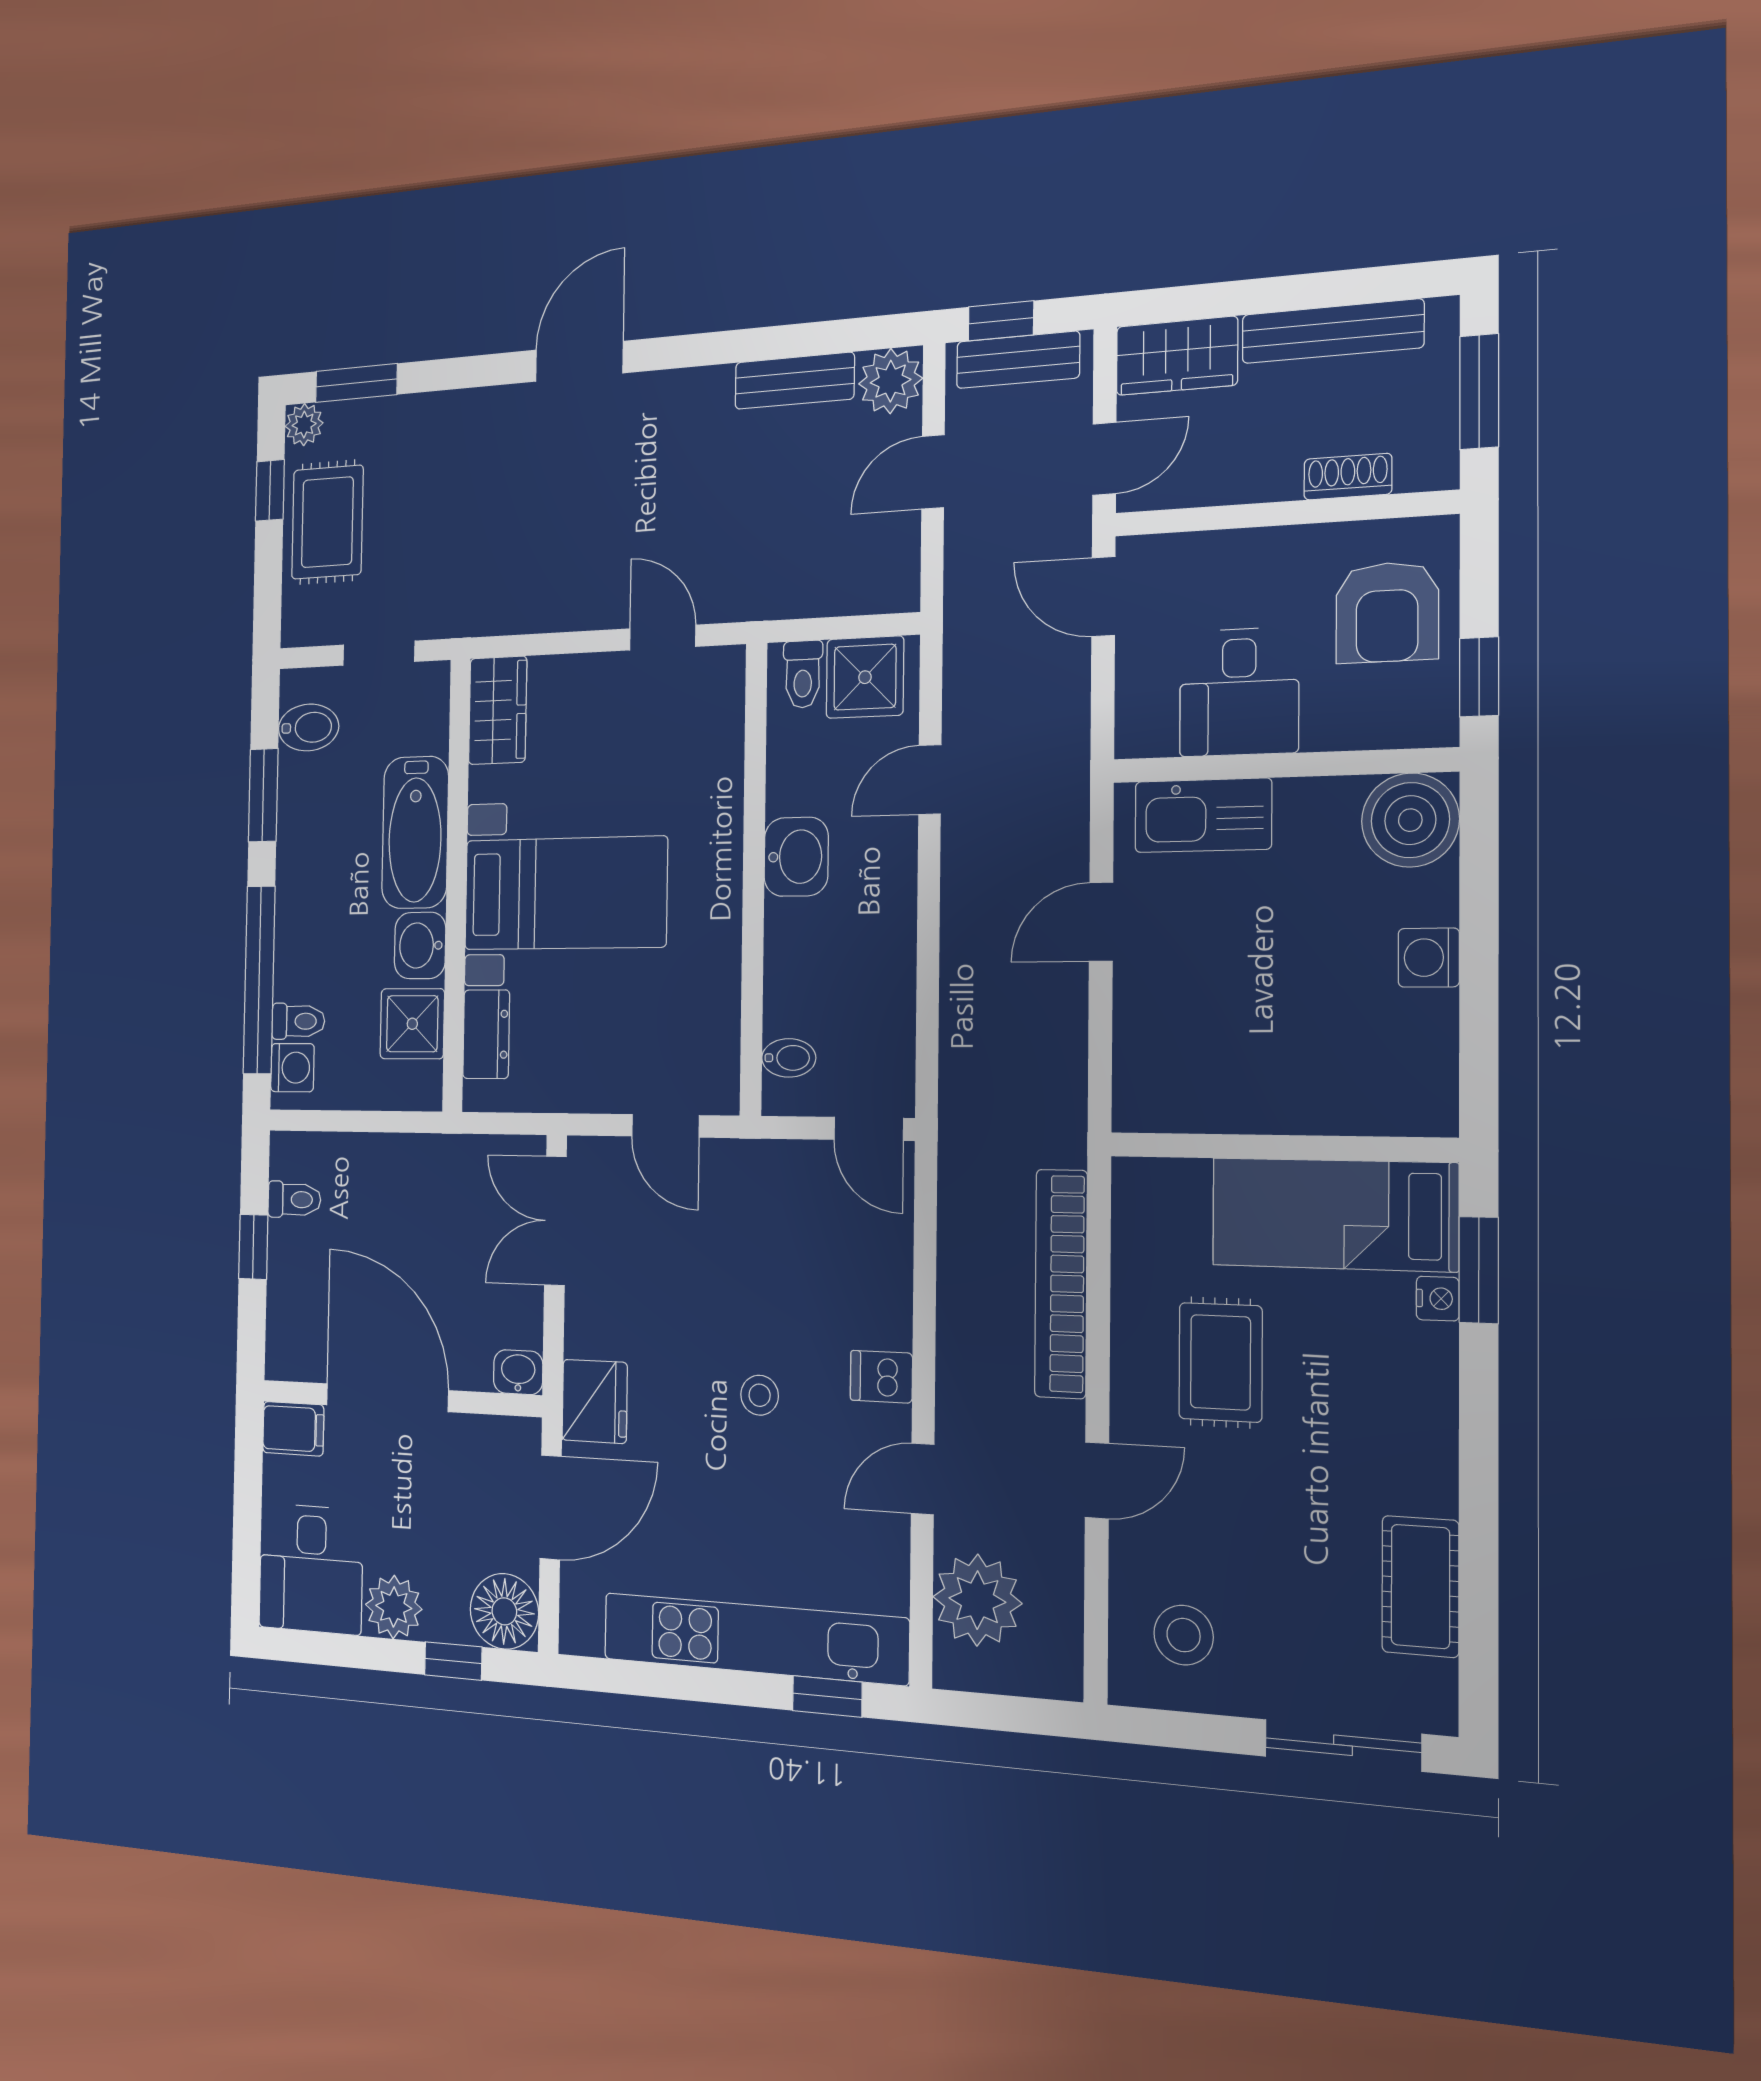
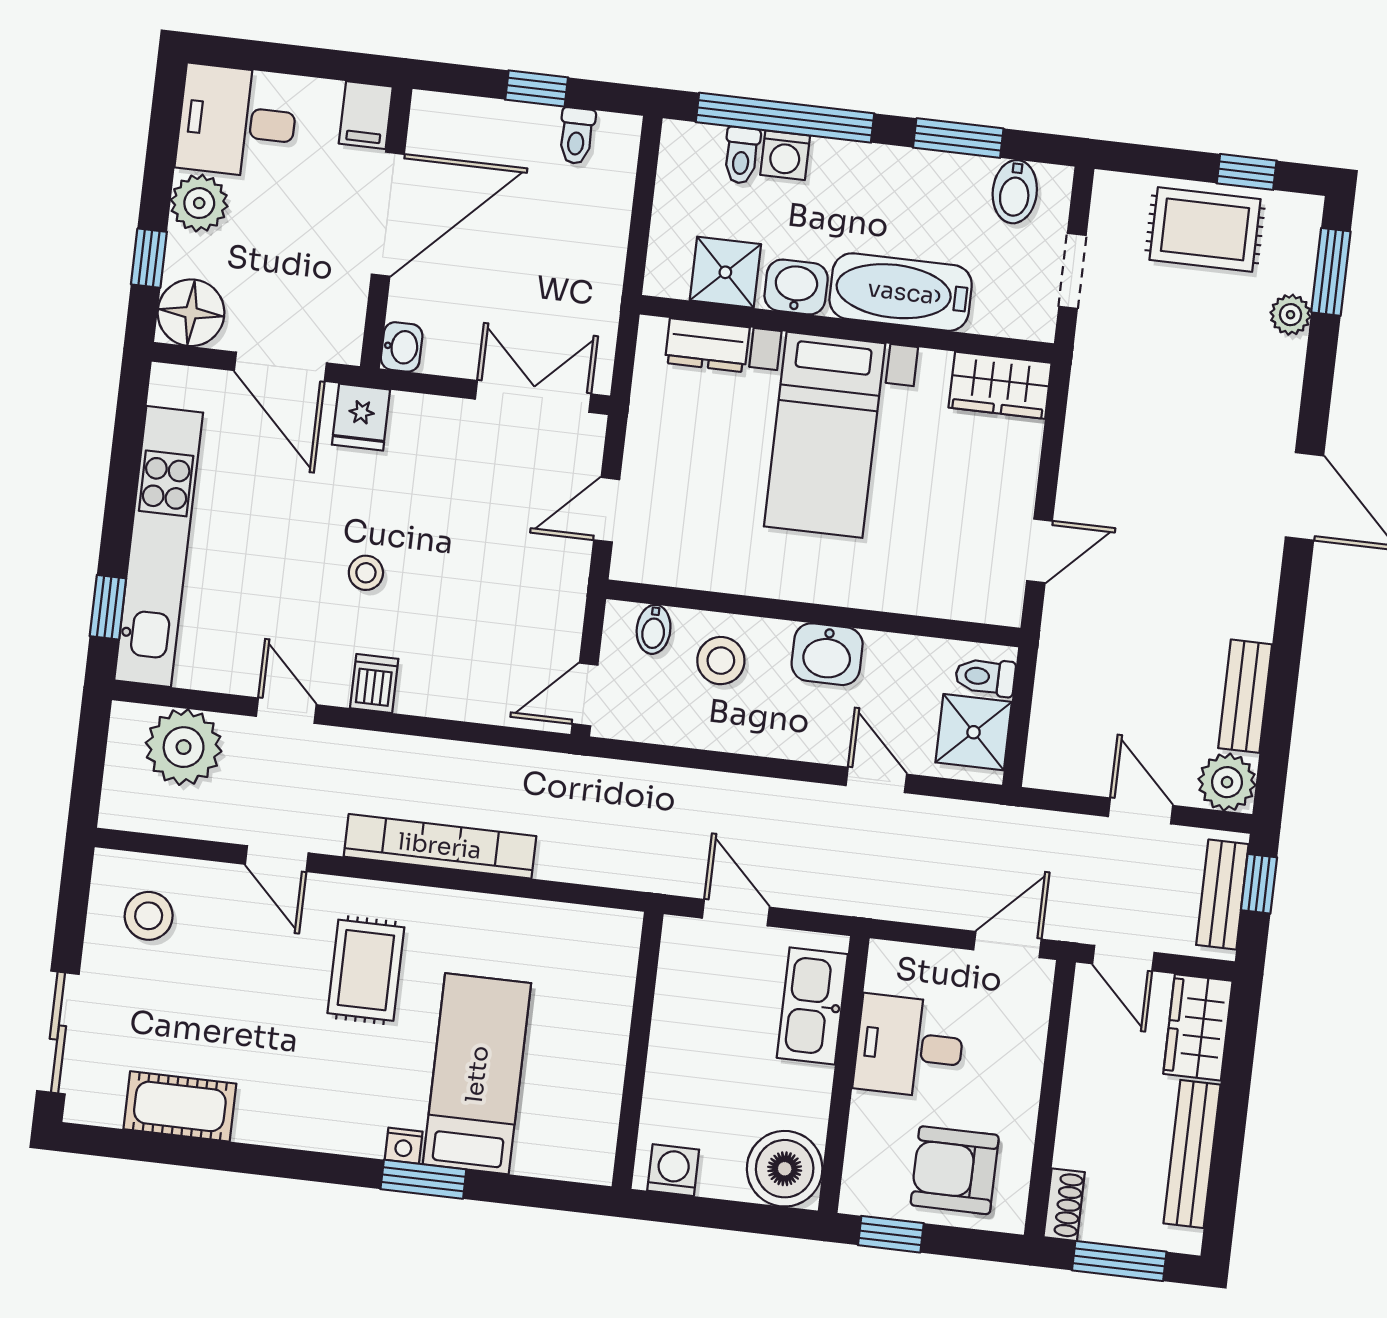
plant: (304, 425) -> (1291, 315), moved
shoe rack: (1348, 477) -> (1064, 1205), moved
stool: (815, 977) -> (721, 661), added
washing machine: (292, 1068) -> (785, 155), moved
wall: (1281, 1147) -> (638, 1050), moved
rug: (1220, 1362) -> (366, 970), turned 90
fridge: (595, 1401) -> (361, 417), width x0.72

